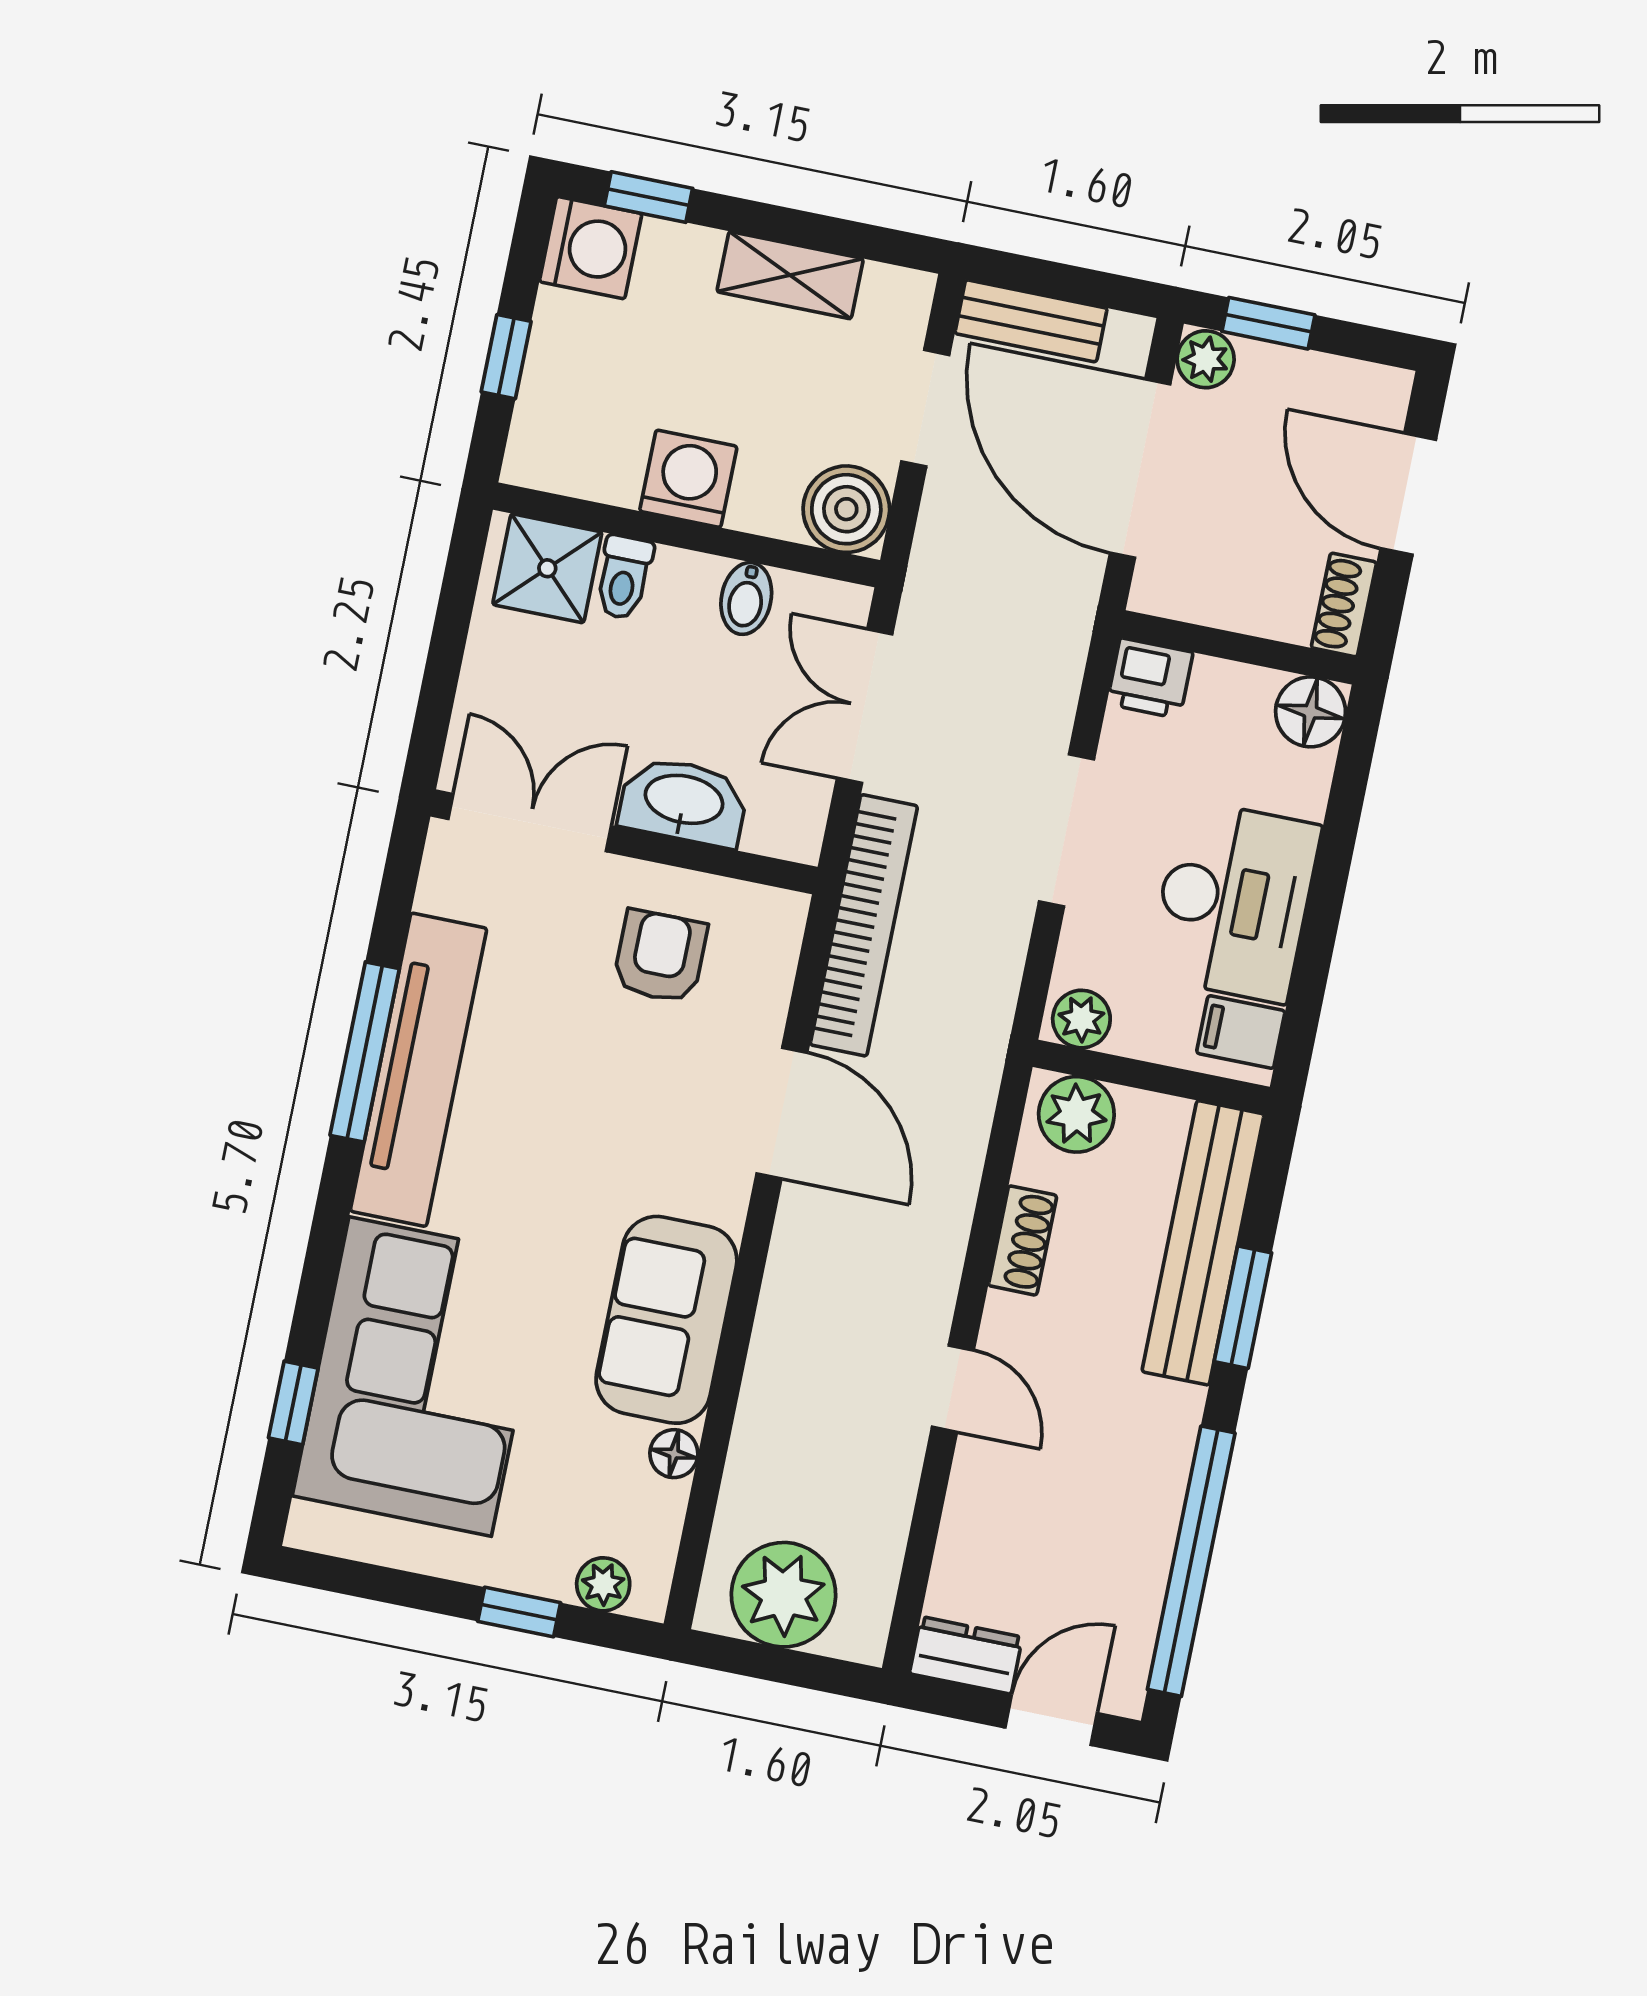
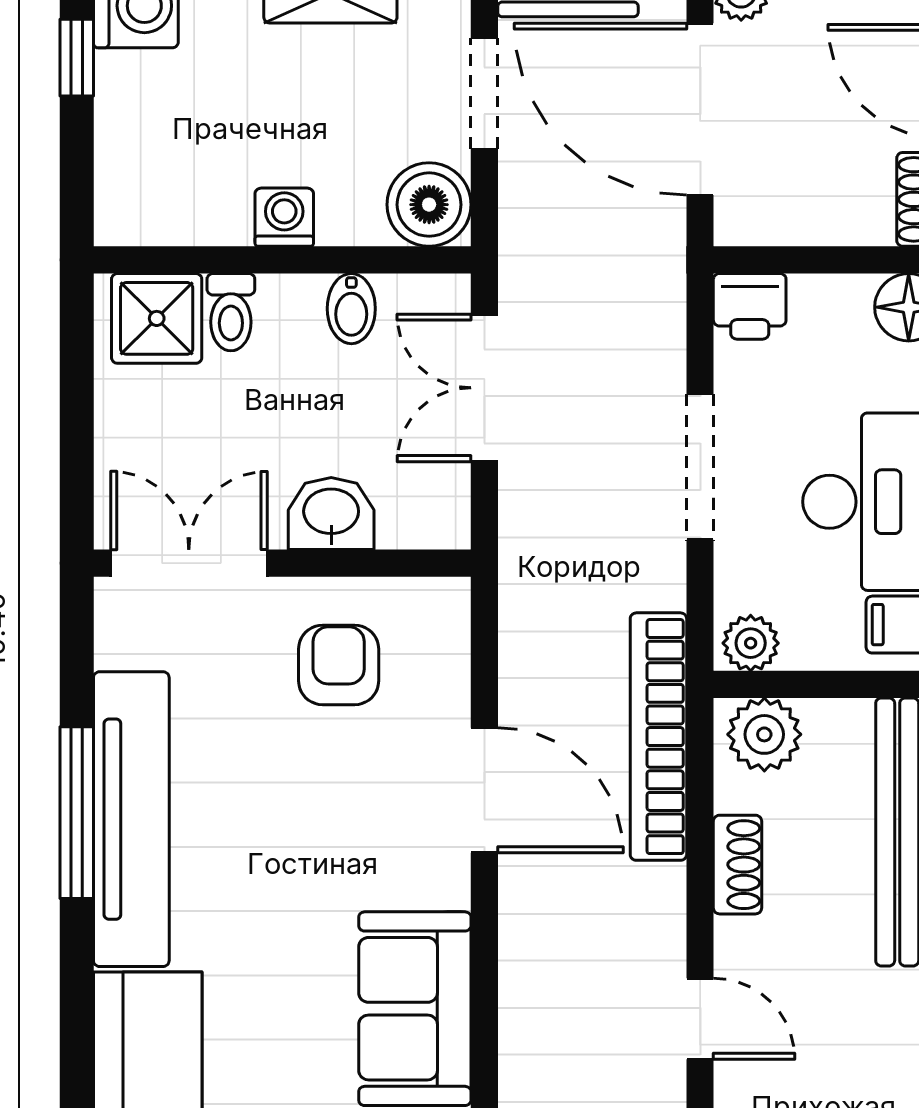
window: (506, 357) -> (77, 58), moved
washing machine: (688, 479) -> (284, 217), width x0.73, depth x0.73
washbasin: (684, 802) -> (331, 513), width x0.72
bookcase: (864, 925) -> (658, 737), moved, turned 180

